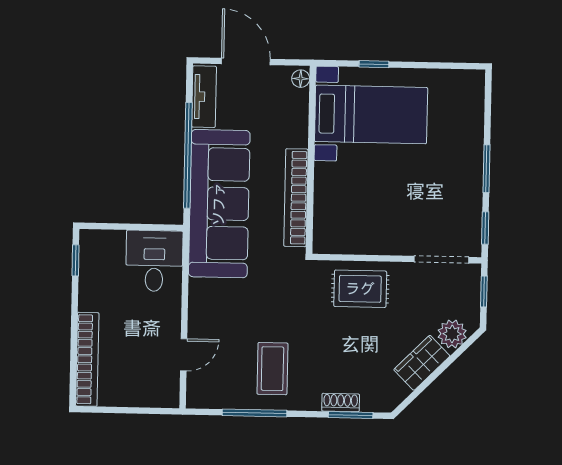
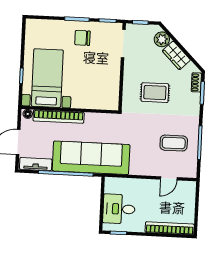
chair: (451, 180) -> (82, 38), added
bookcase: (296, 198) -> (59, 117), moved
desk: (154, 261) -> (119, 209), moved
rug: (360, 289) -> (155, 93), moved, turned 90
door: (184, 355) -> (169, 178), swing flipped
coffee table: (272, 369) -> (174, 143), moved
shoe rack: (341, 403) -> (196, 82), moved

